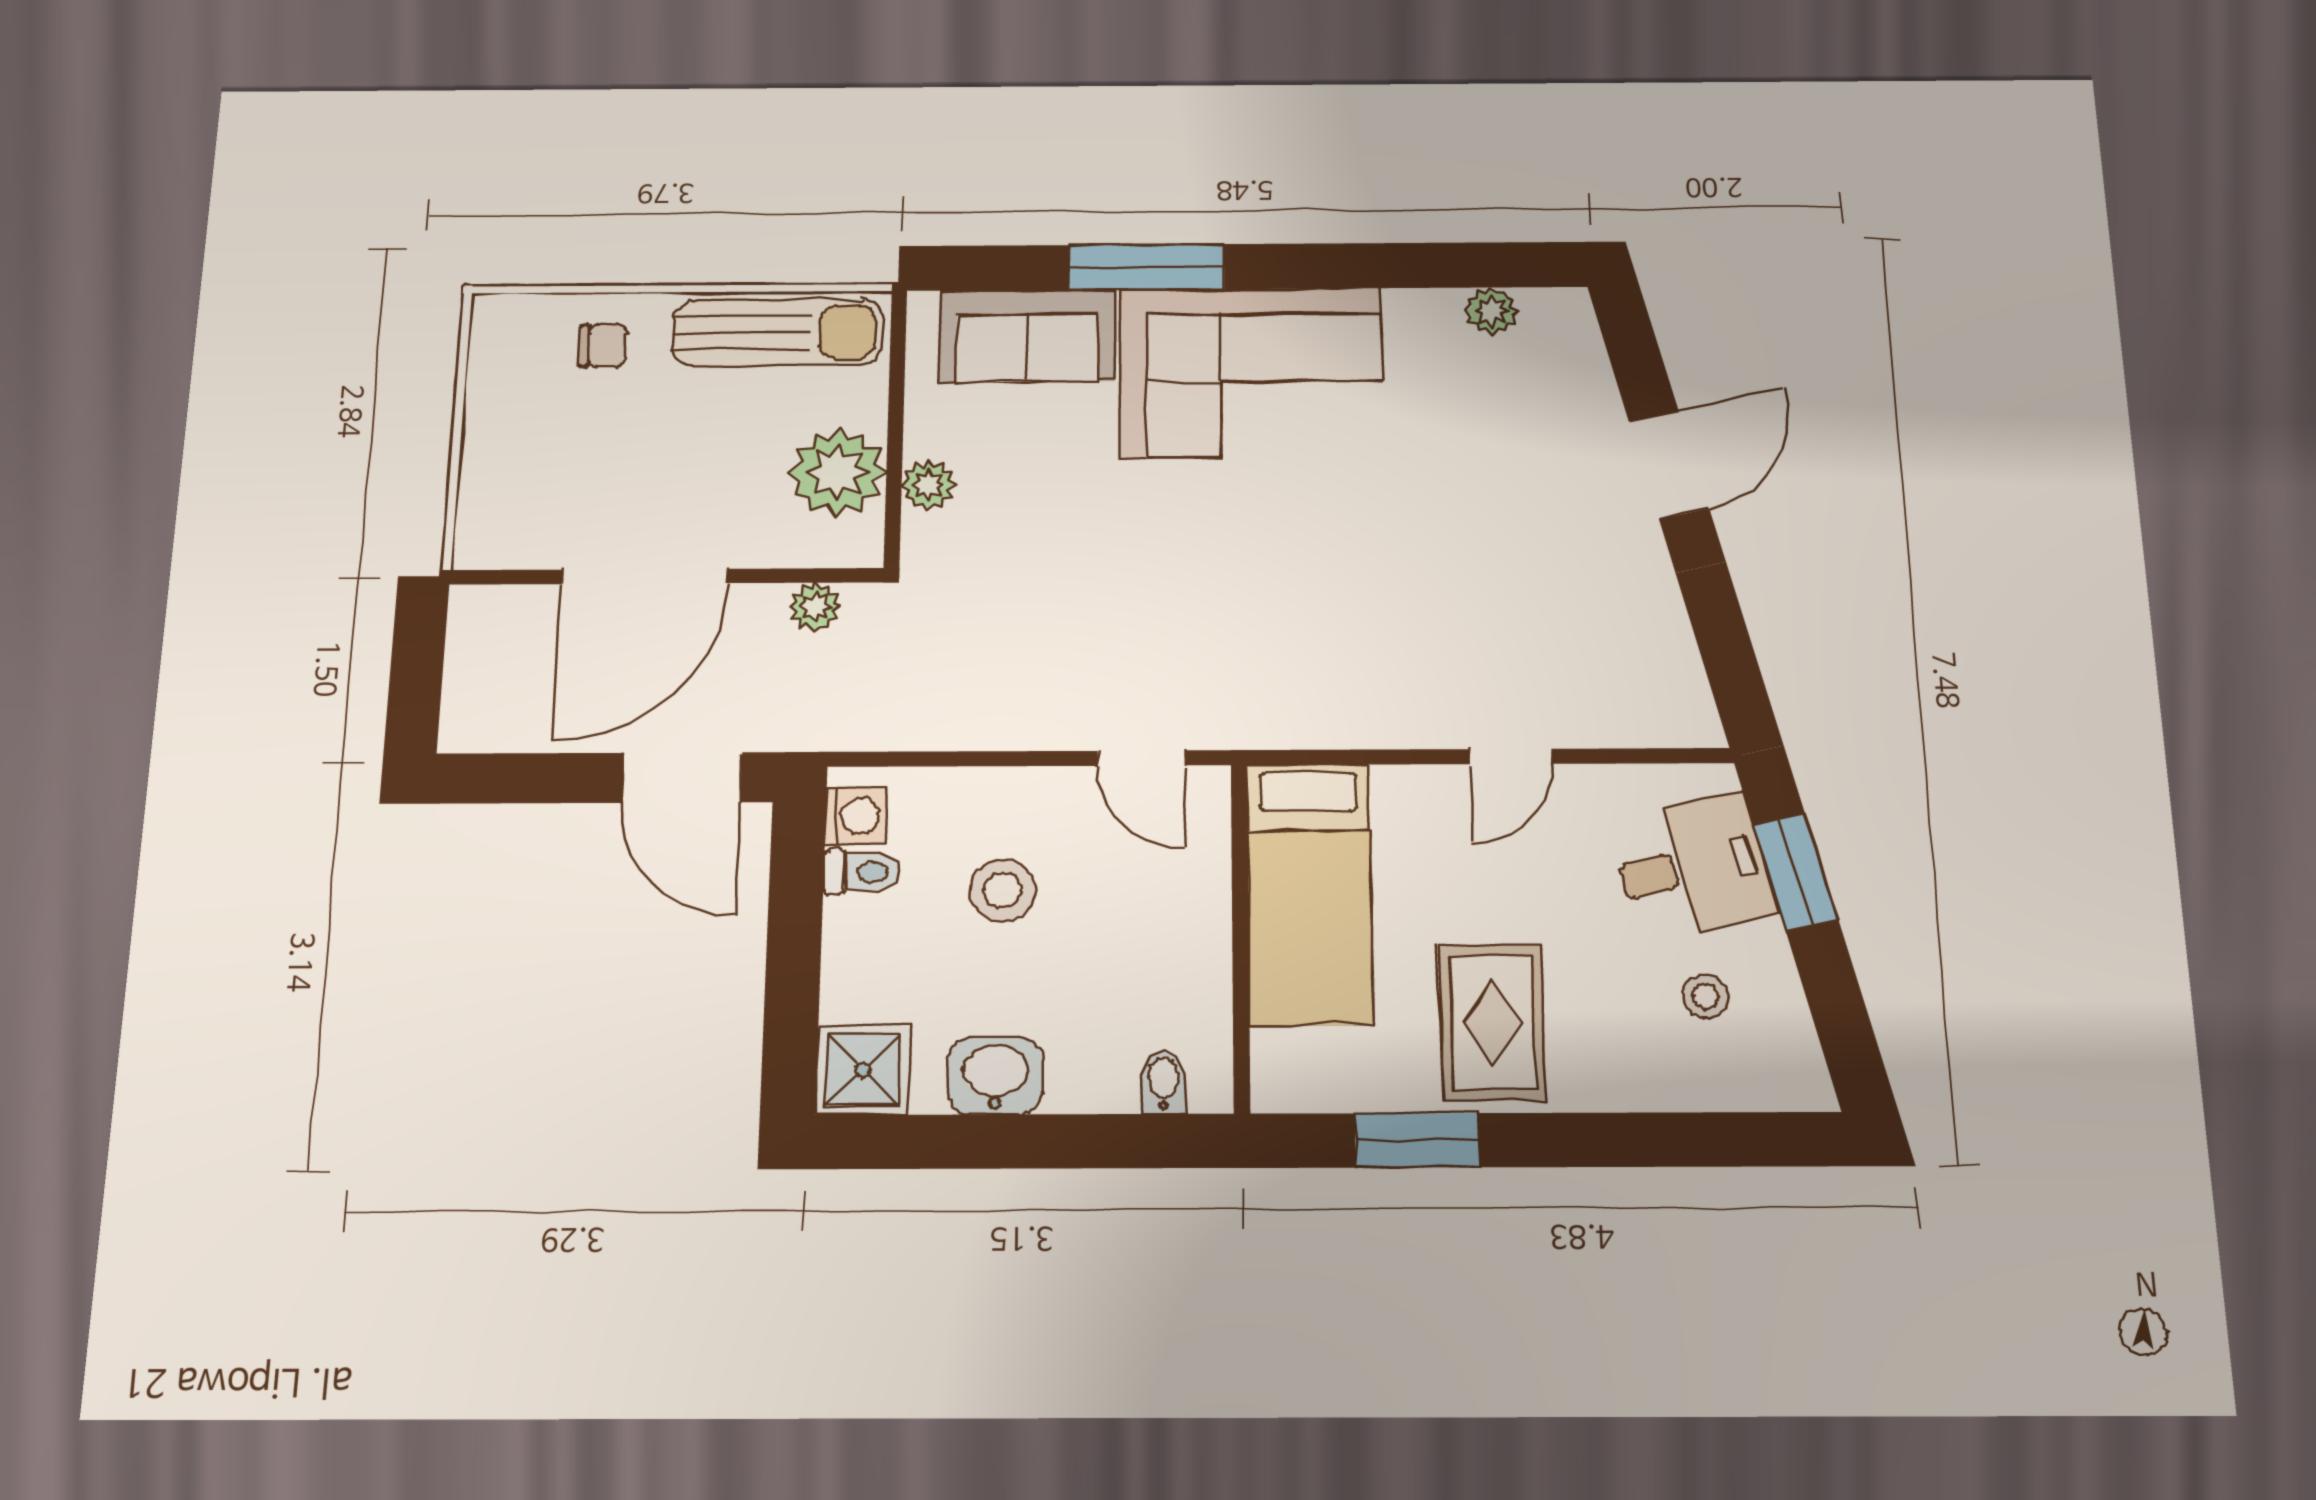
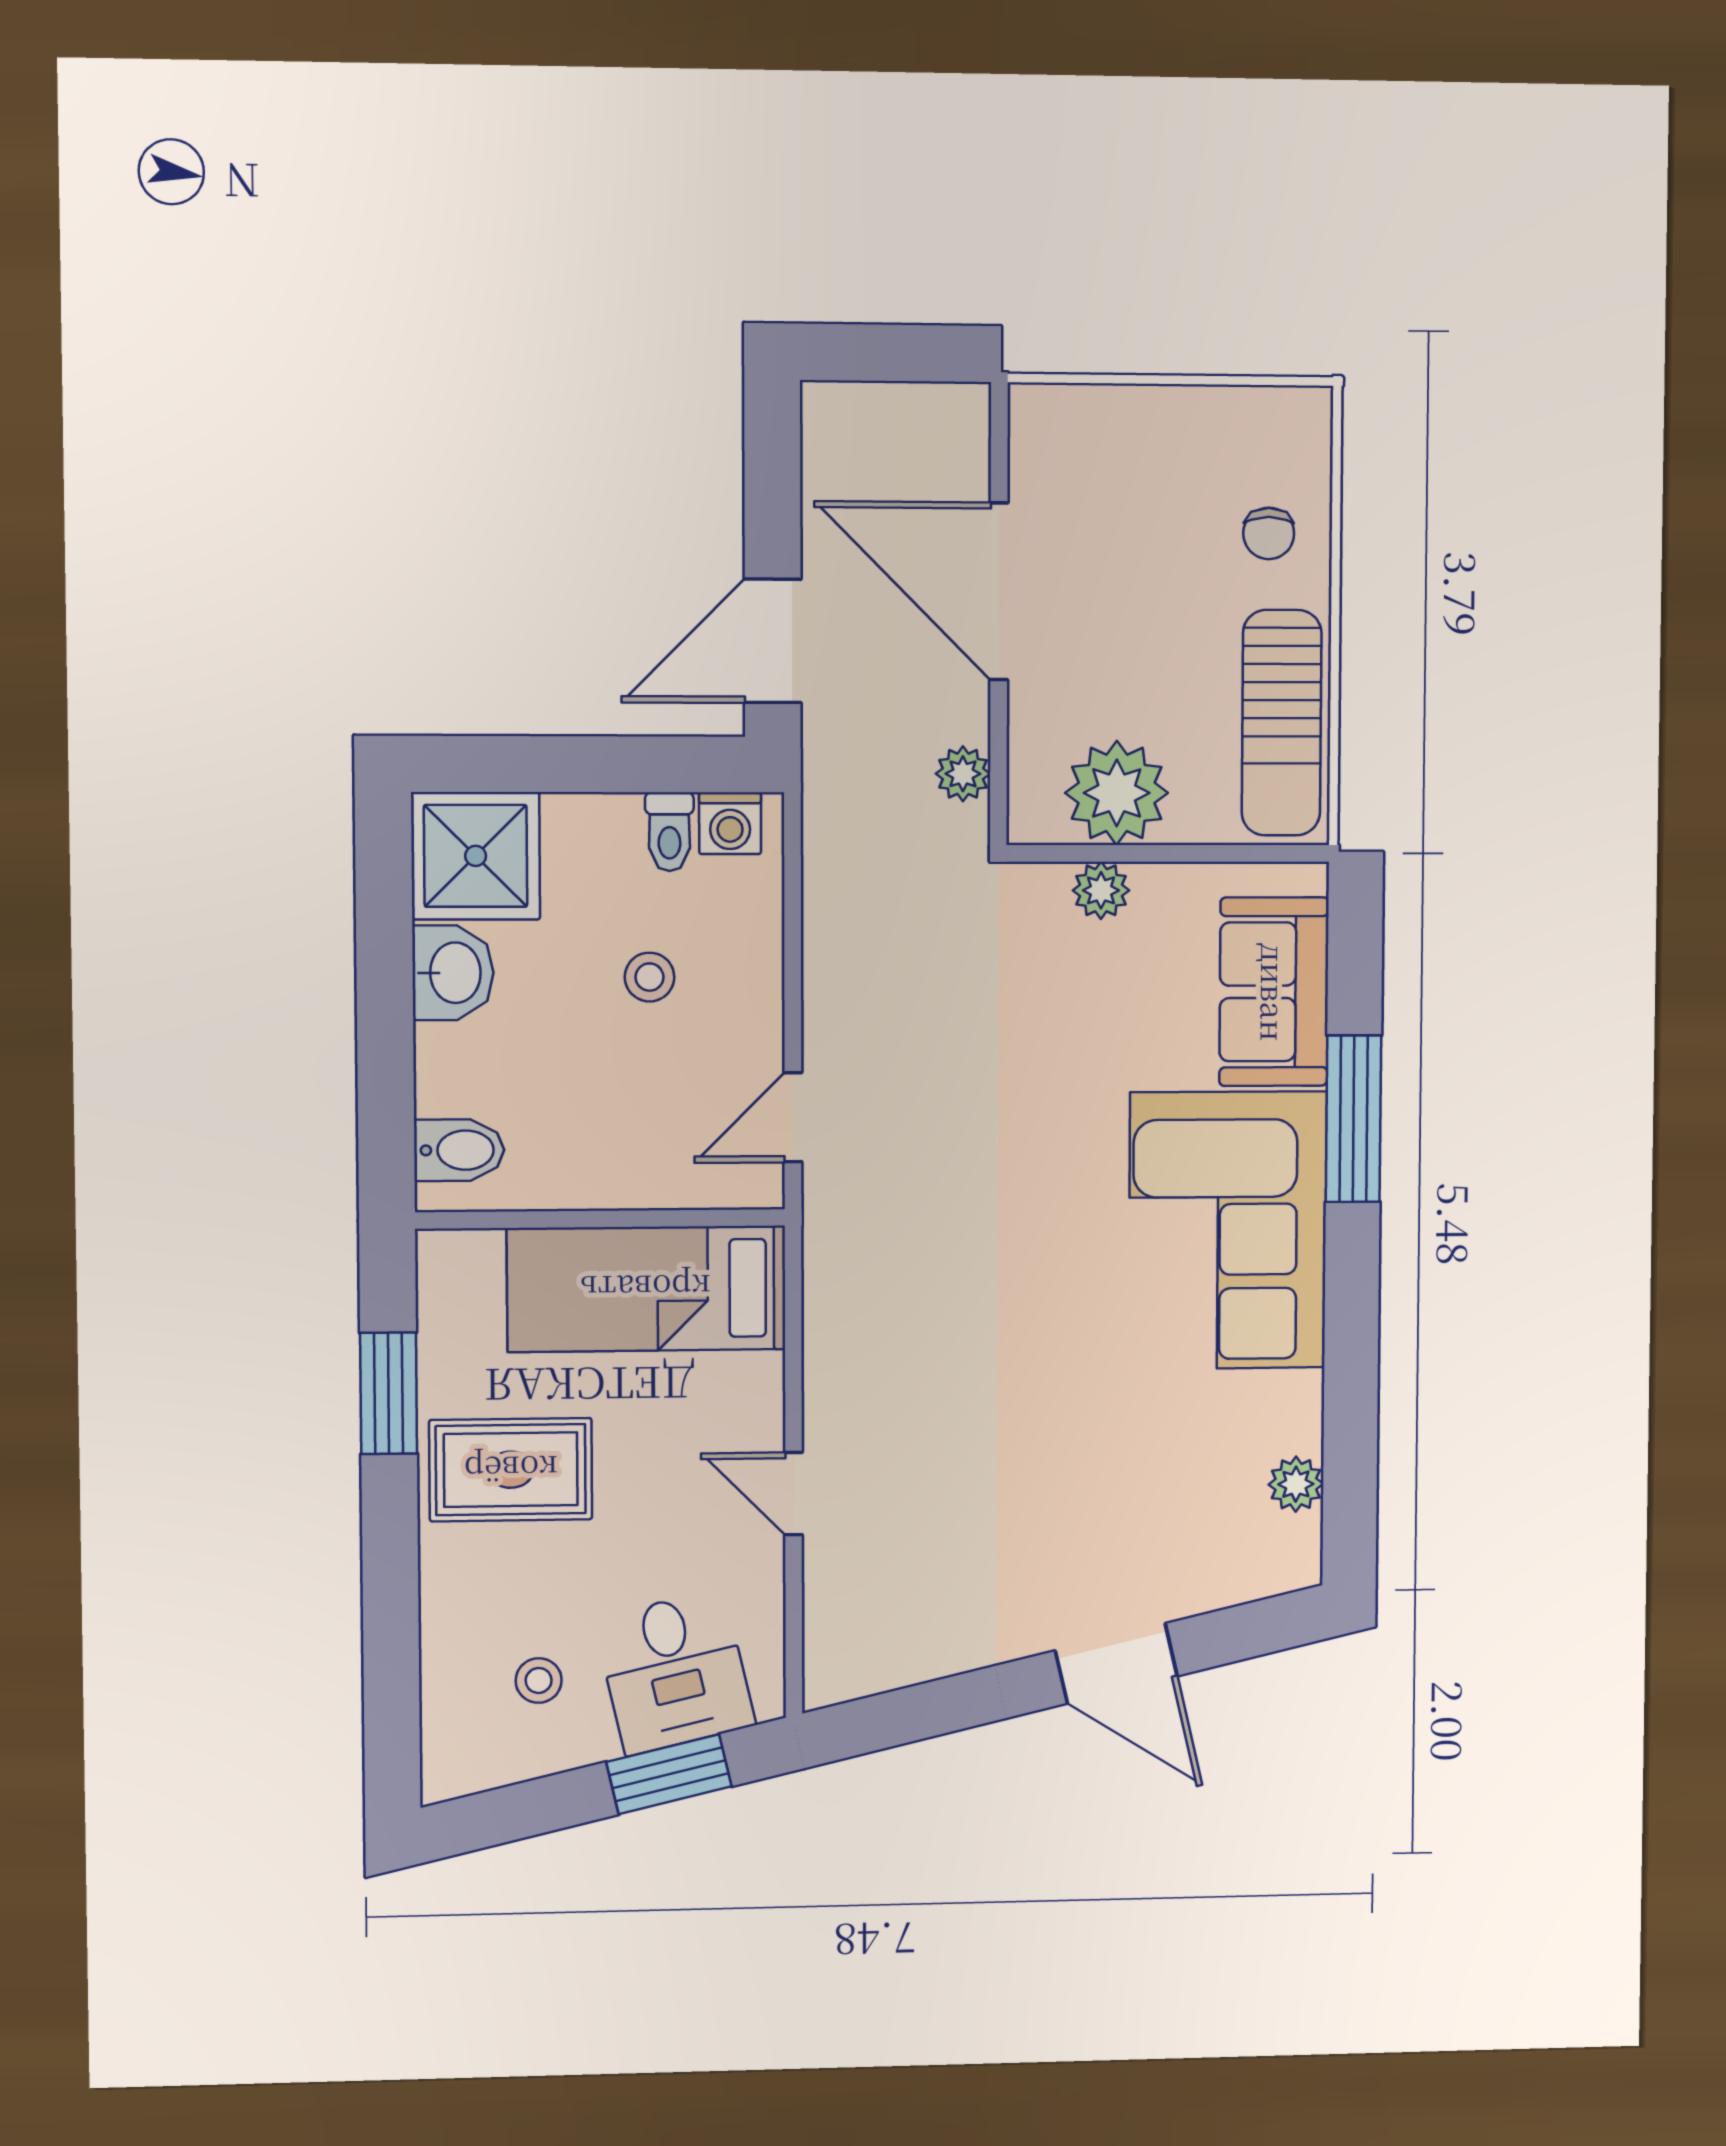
stool: (1003, 890) -> (649, 977), width x0.73, depth x0.73
shower: (863, 1070) -> (476, 856), width x1.36, depth x1.36
bidet: (1163, 1082) -> (459, 1150), width x1.38, depth x1.36

